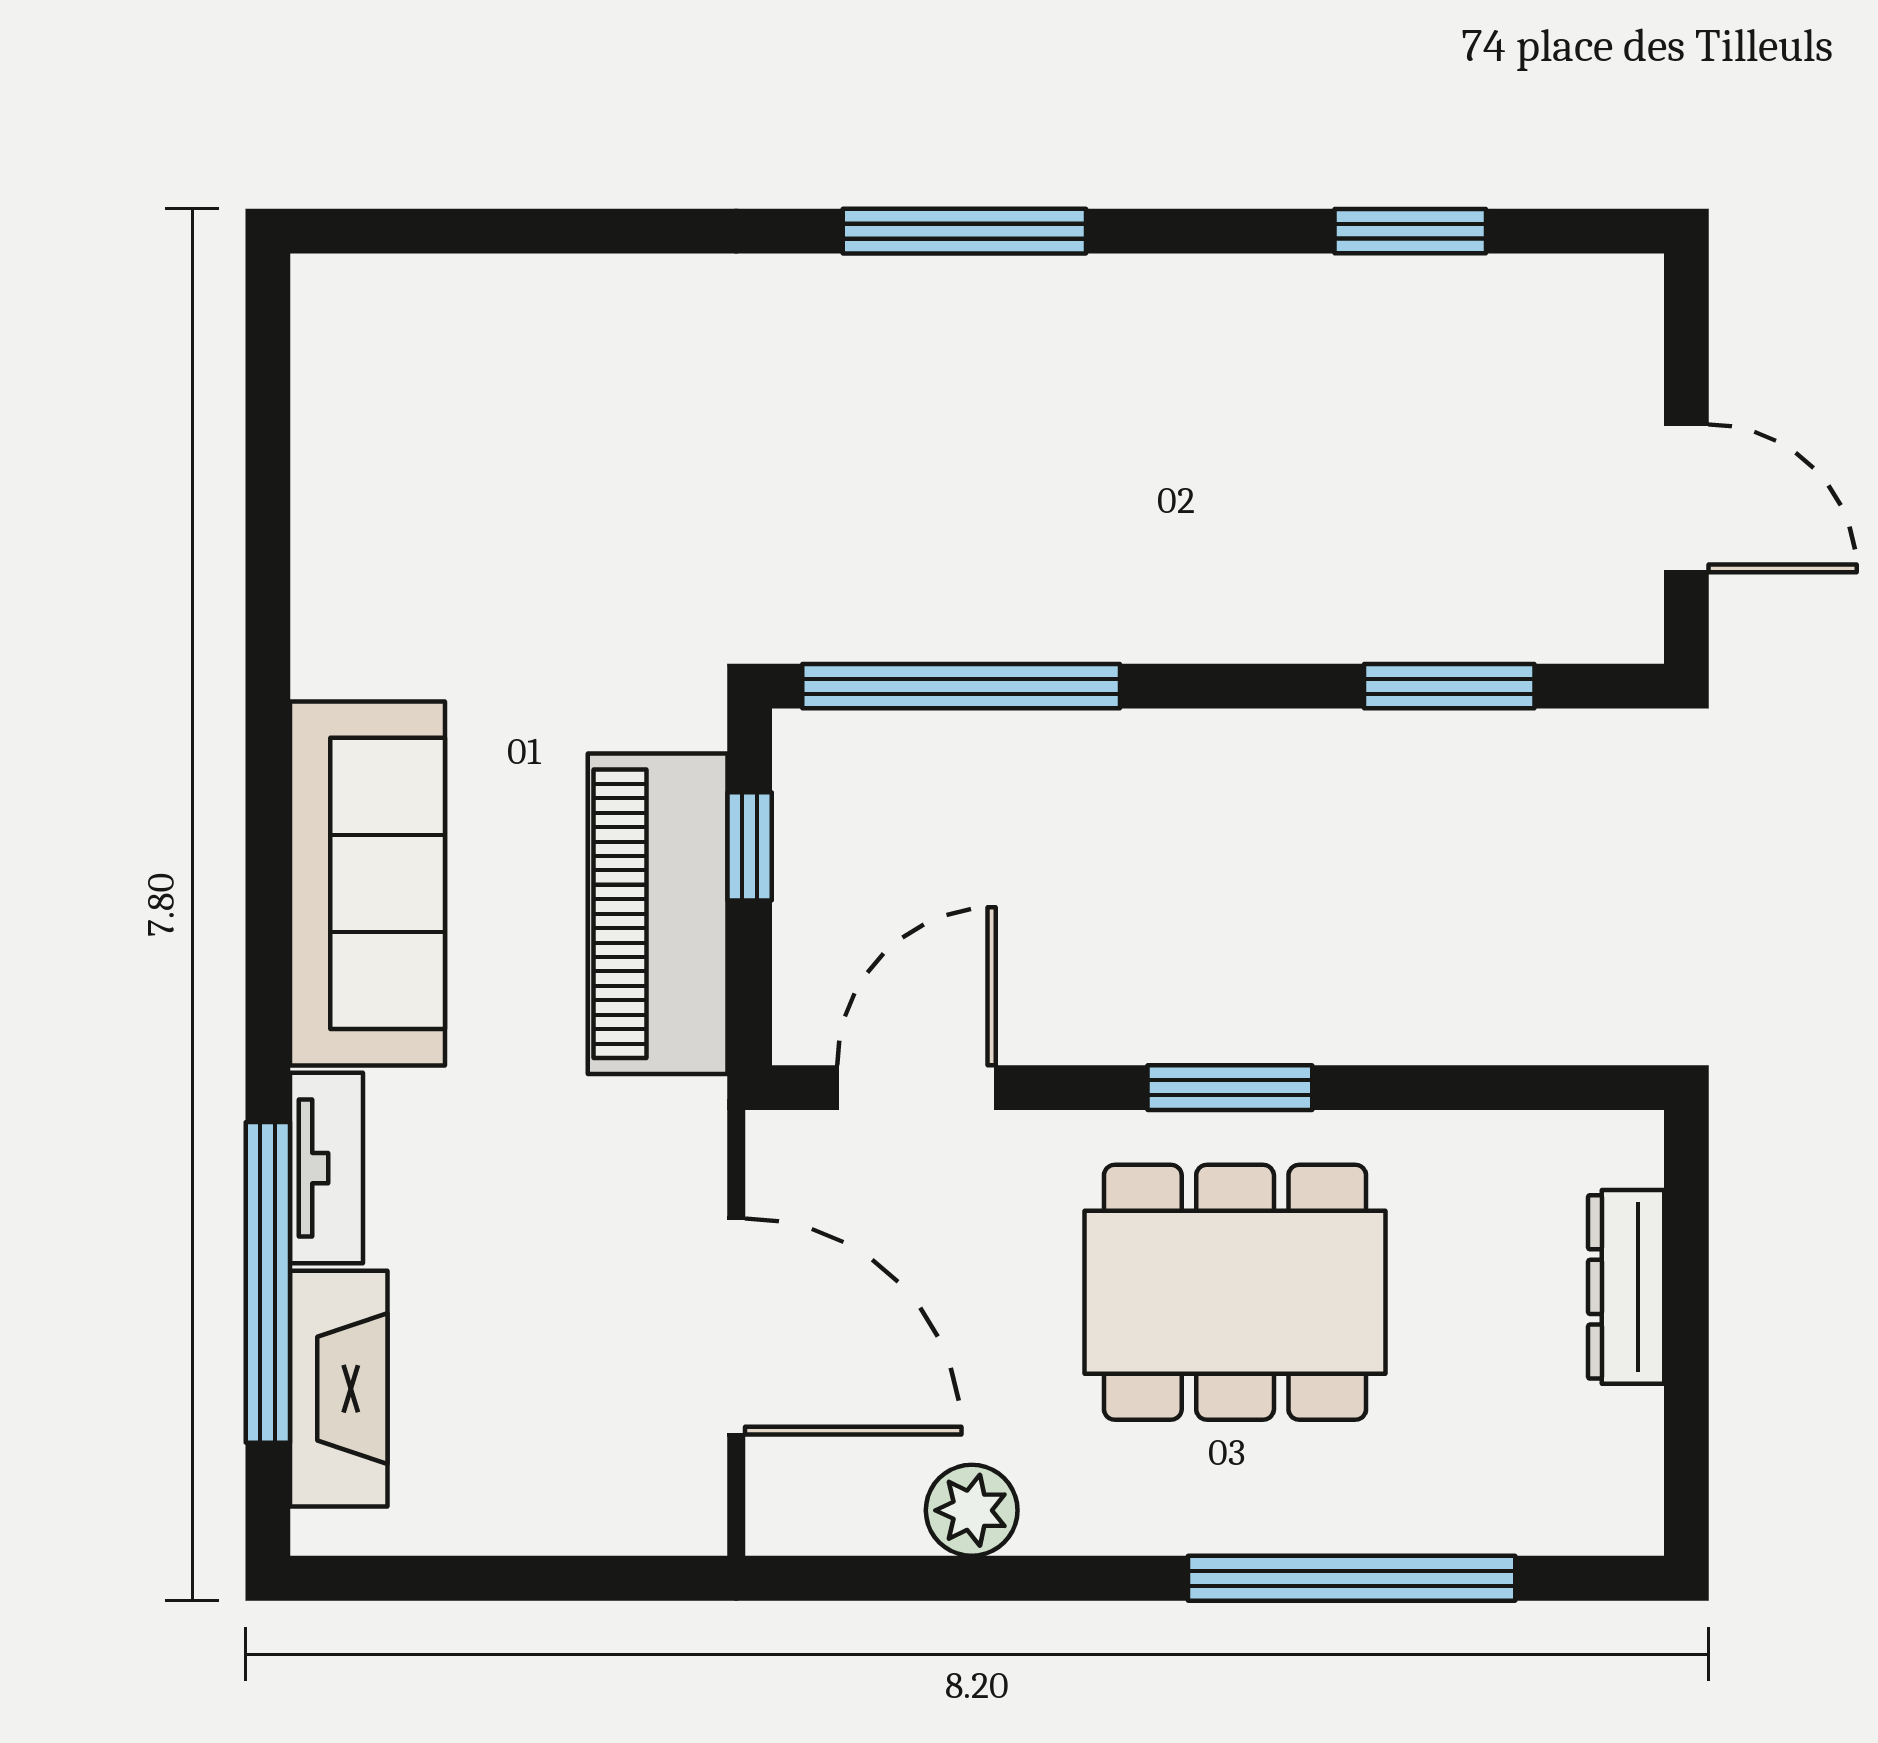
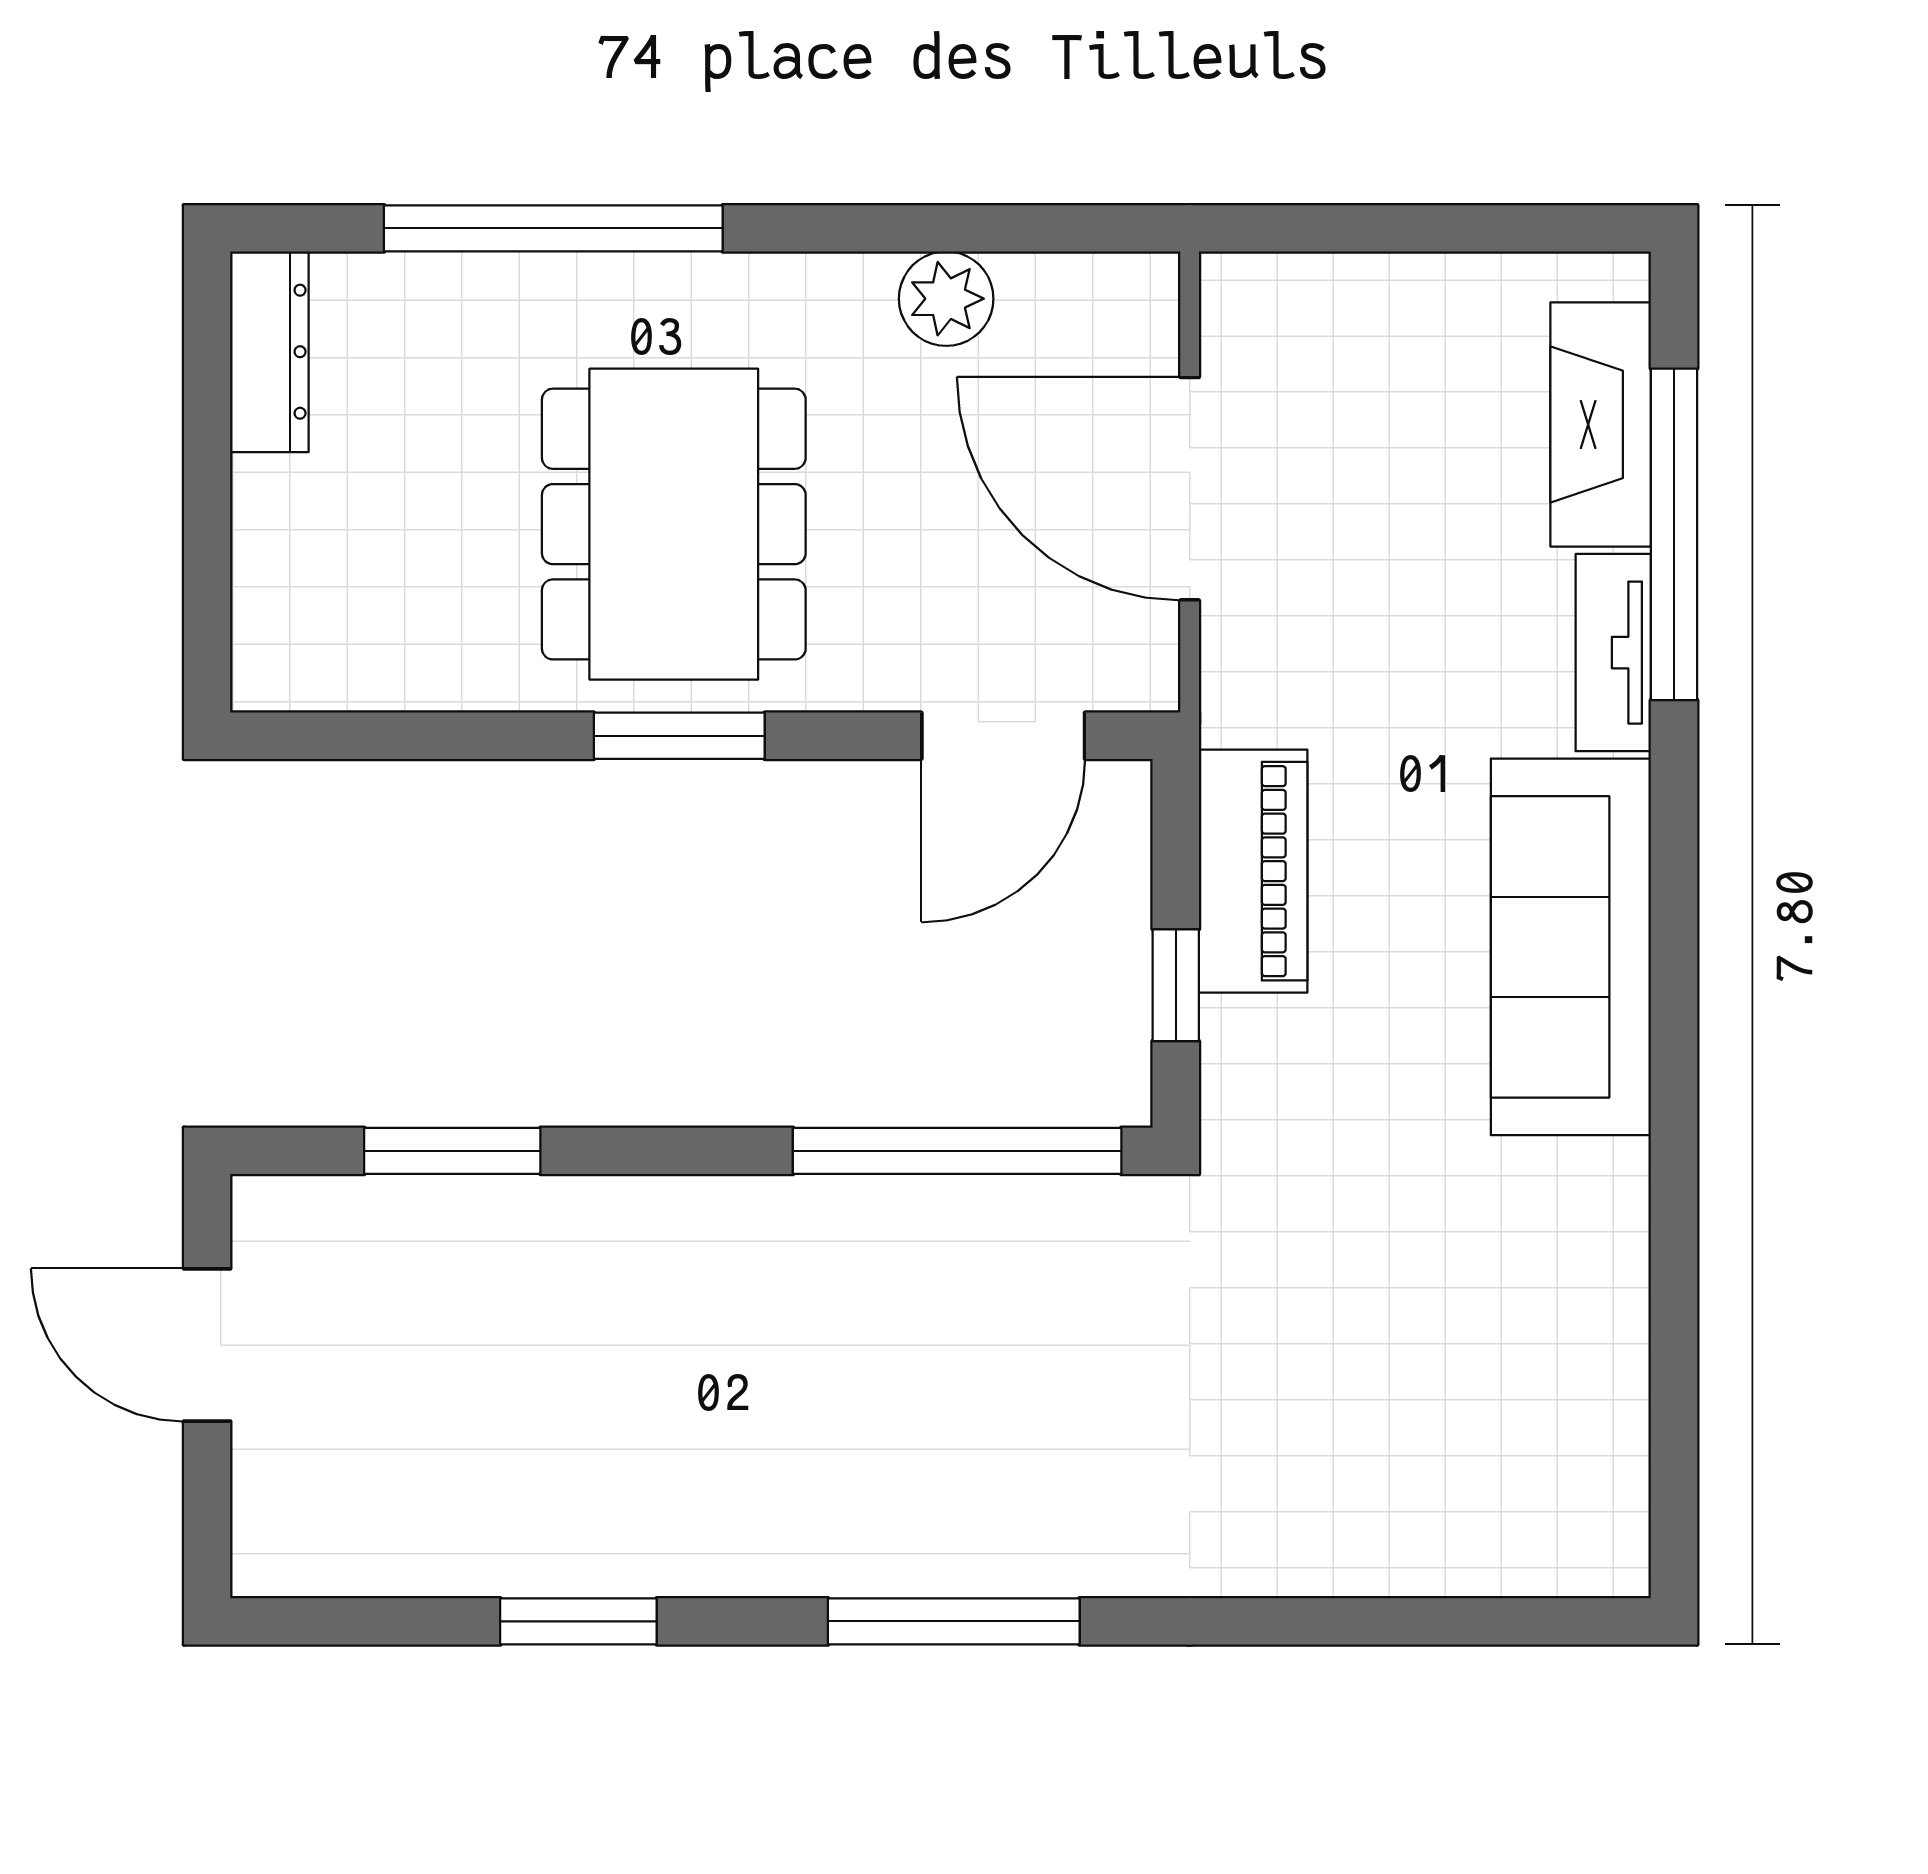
window: (1410, 231) -> (578, 1621), moved
piano: (658, 914) -> (1253, 871), width x0.73, depth x0.75
dresser: (1626, 1287) -> (269, 352), moved
dining table: (1235, 1292) -> (674, 524), turned 90

